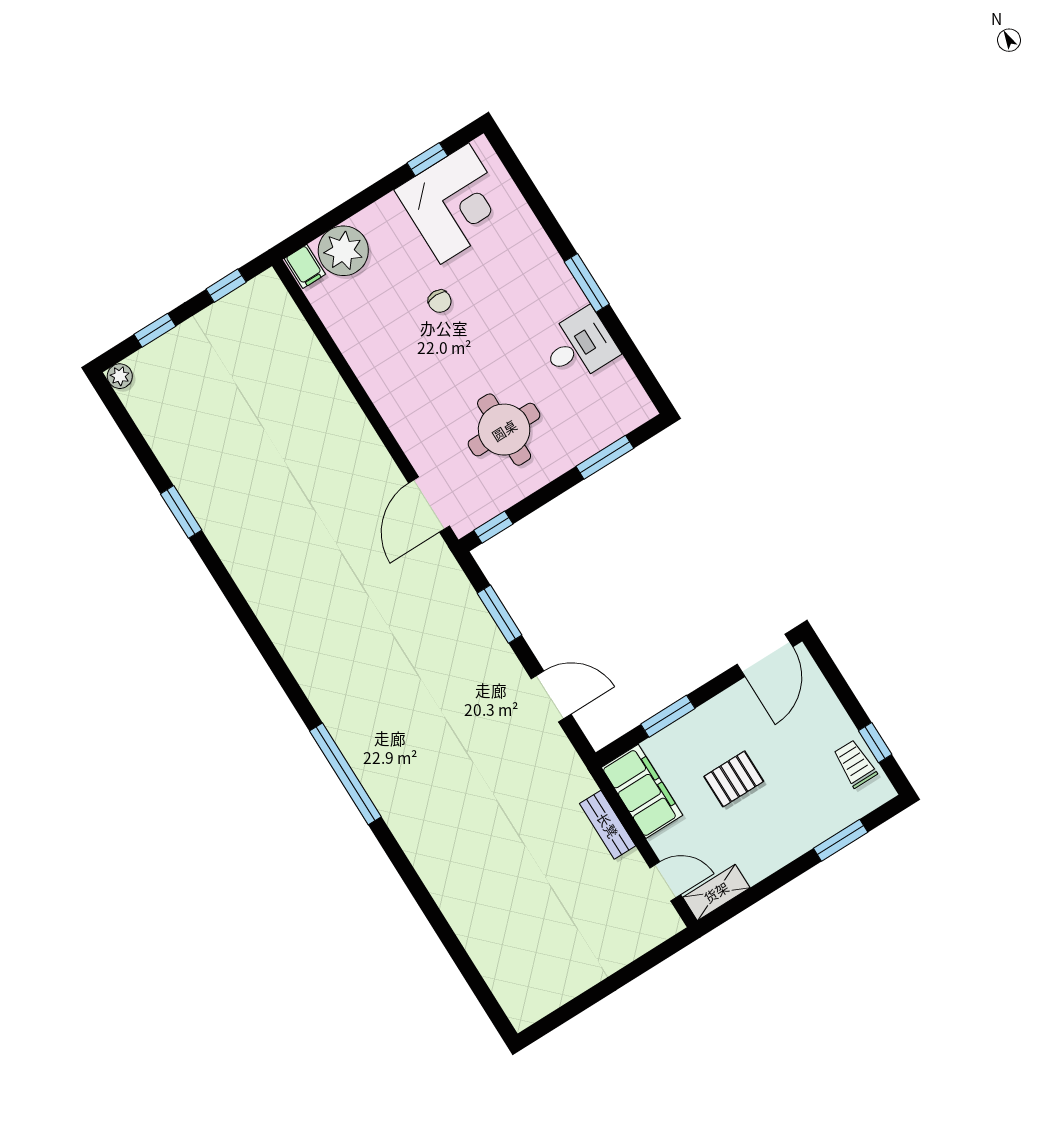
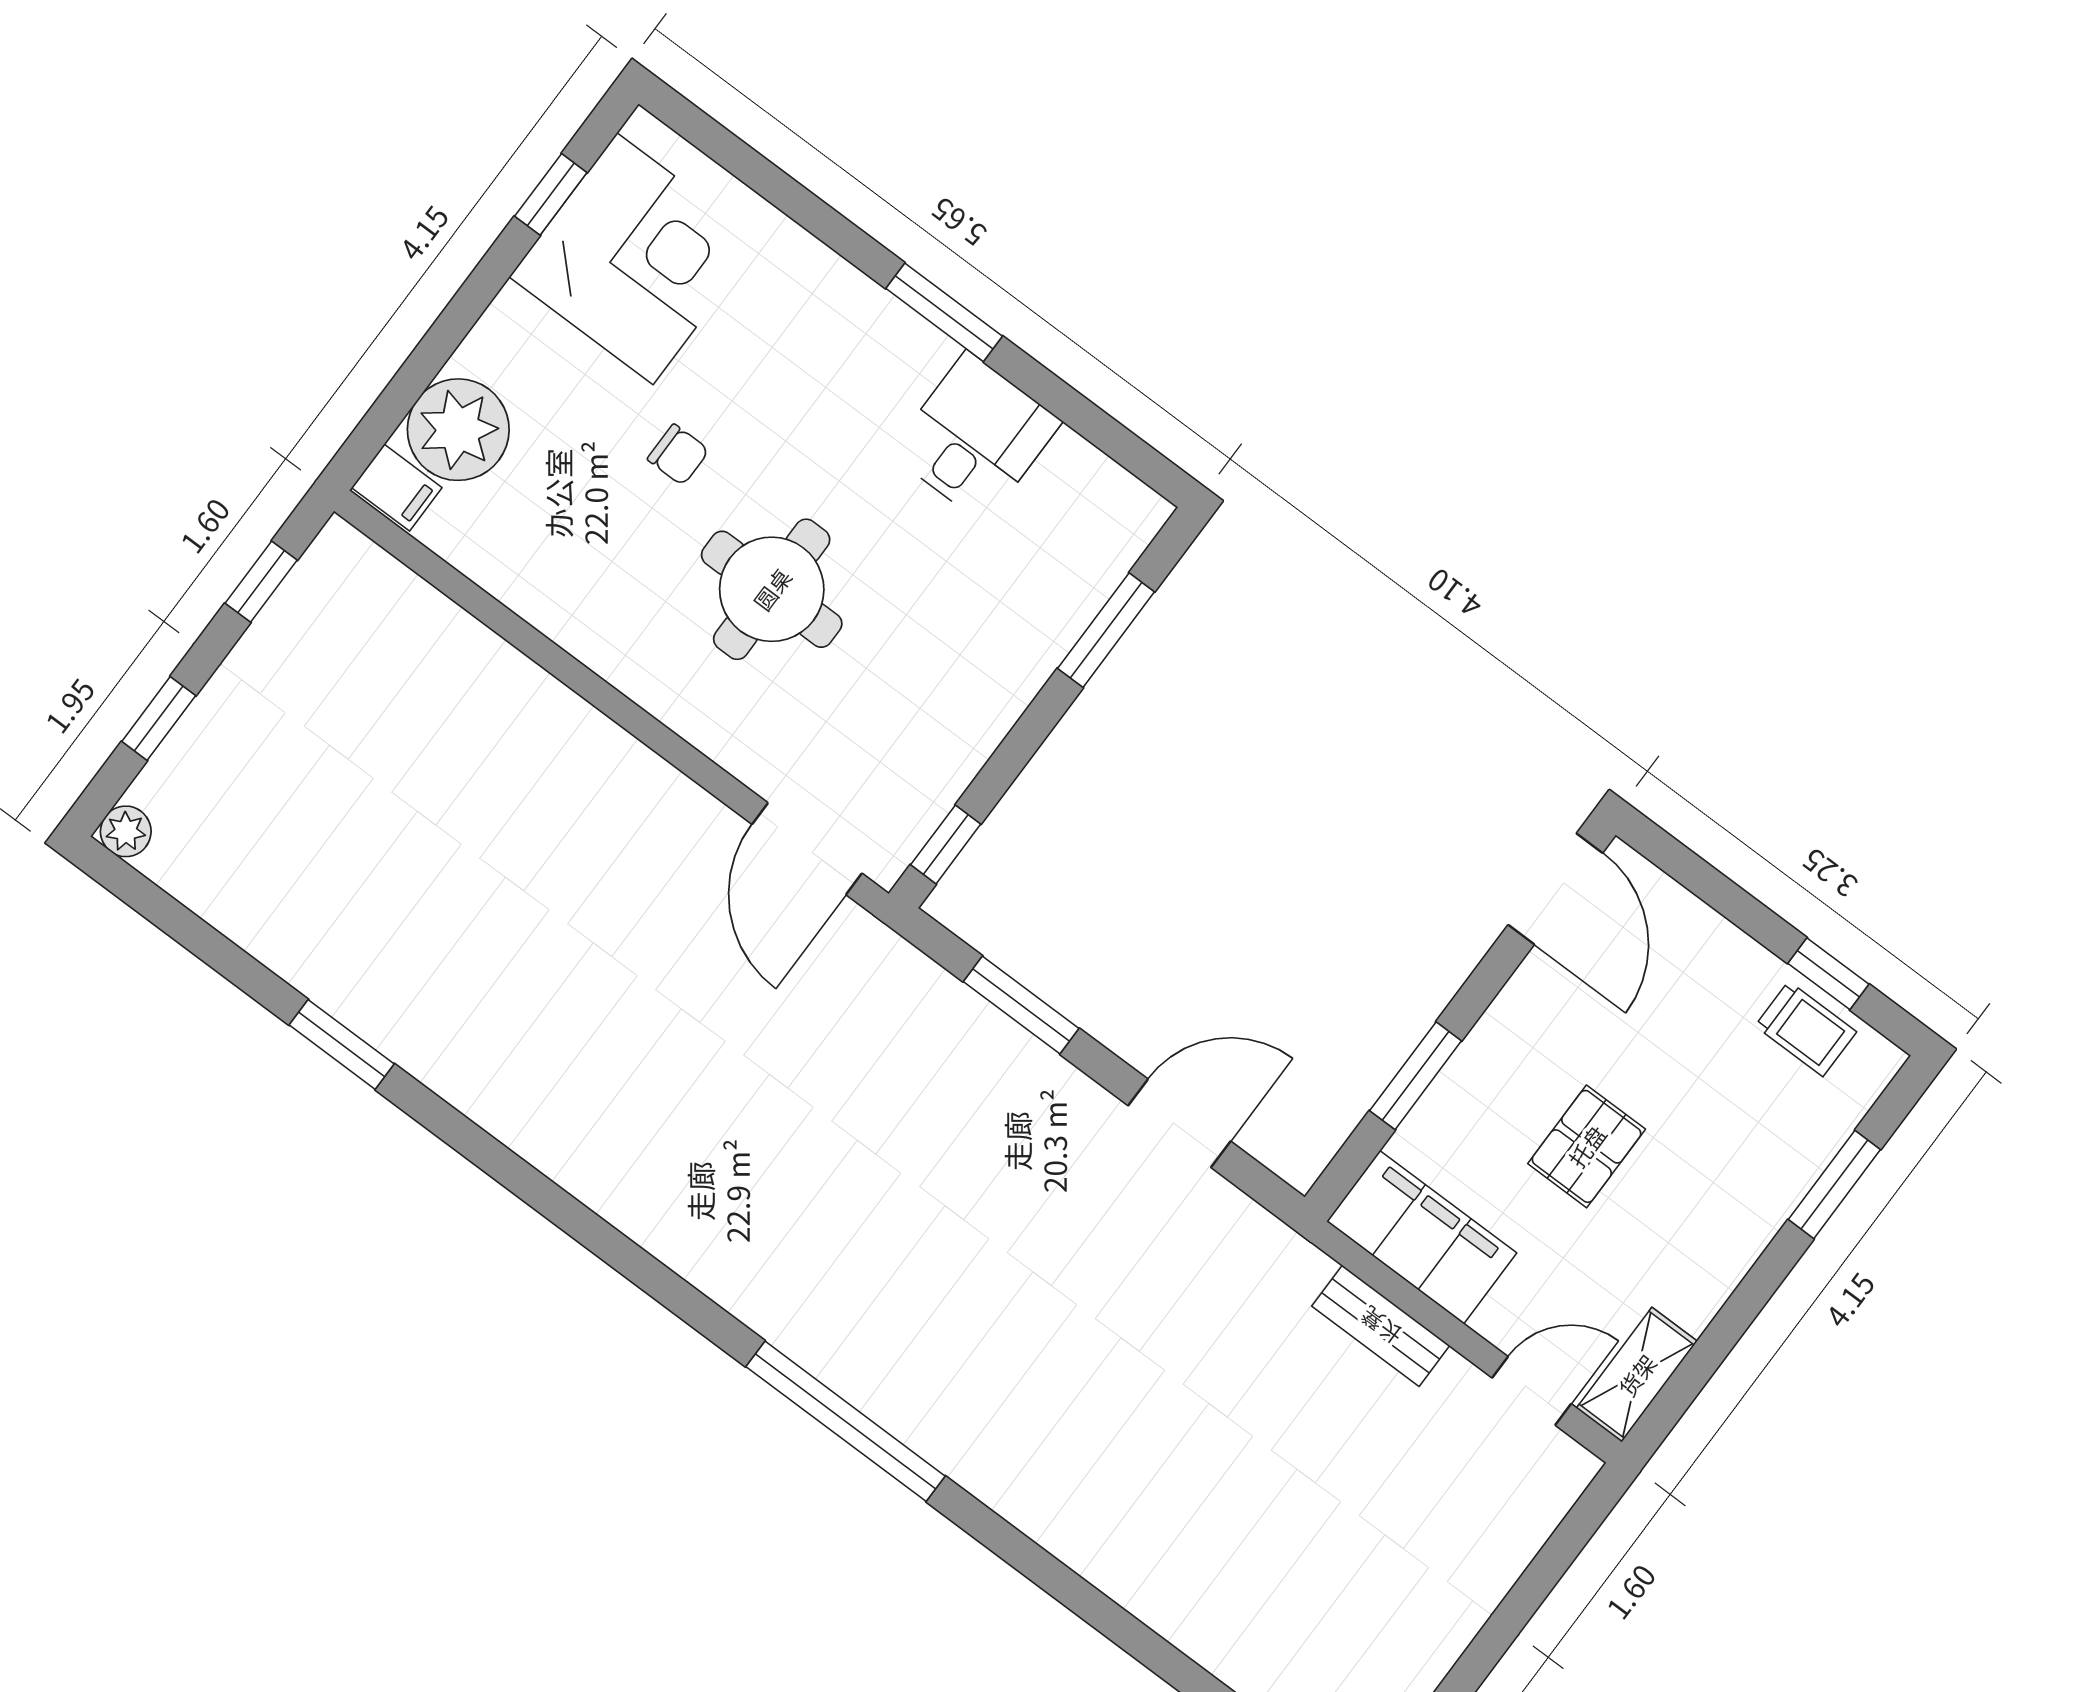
round table: (504, 430) -> (772, 589), moved
trolley: (855, 764) -> (1806, 1029), turned 180

